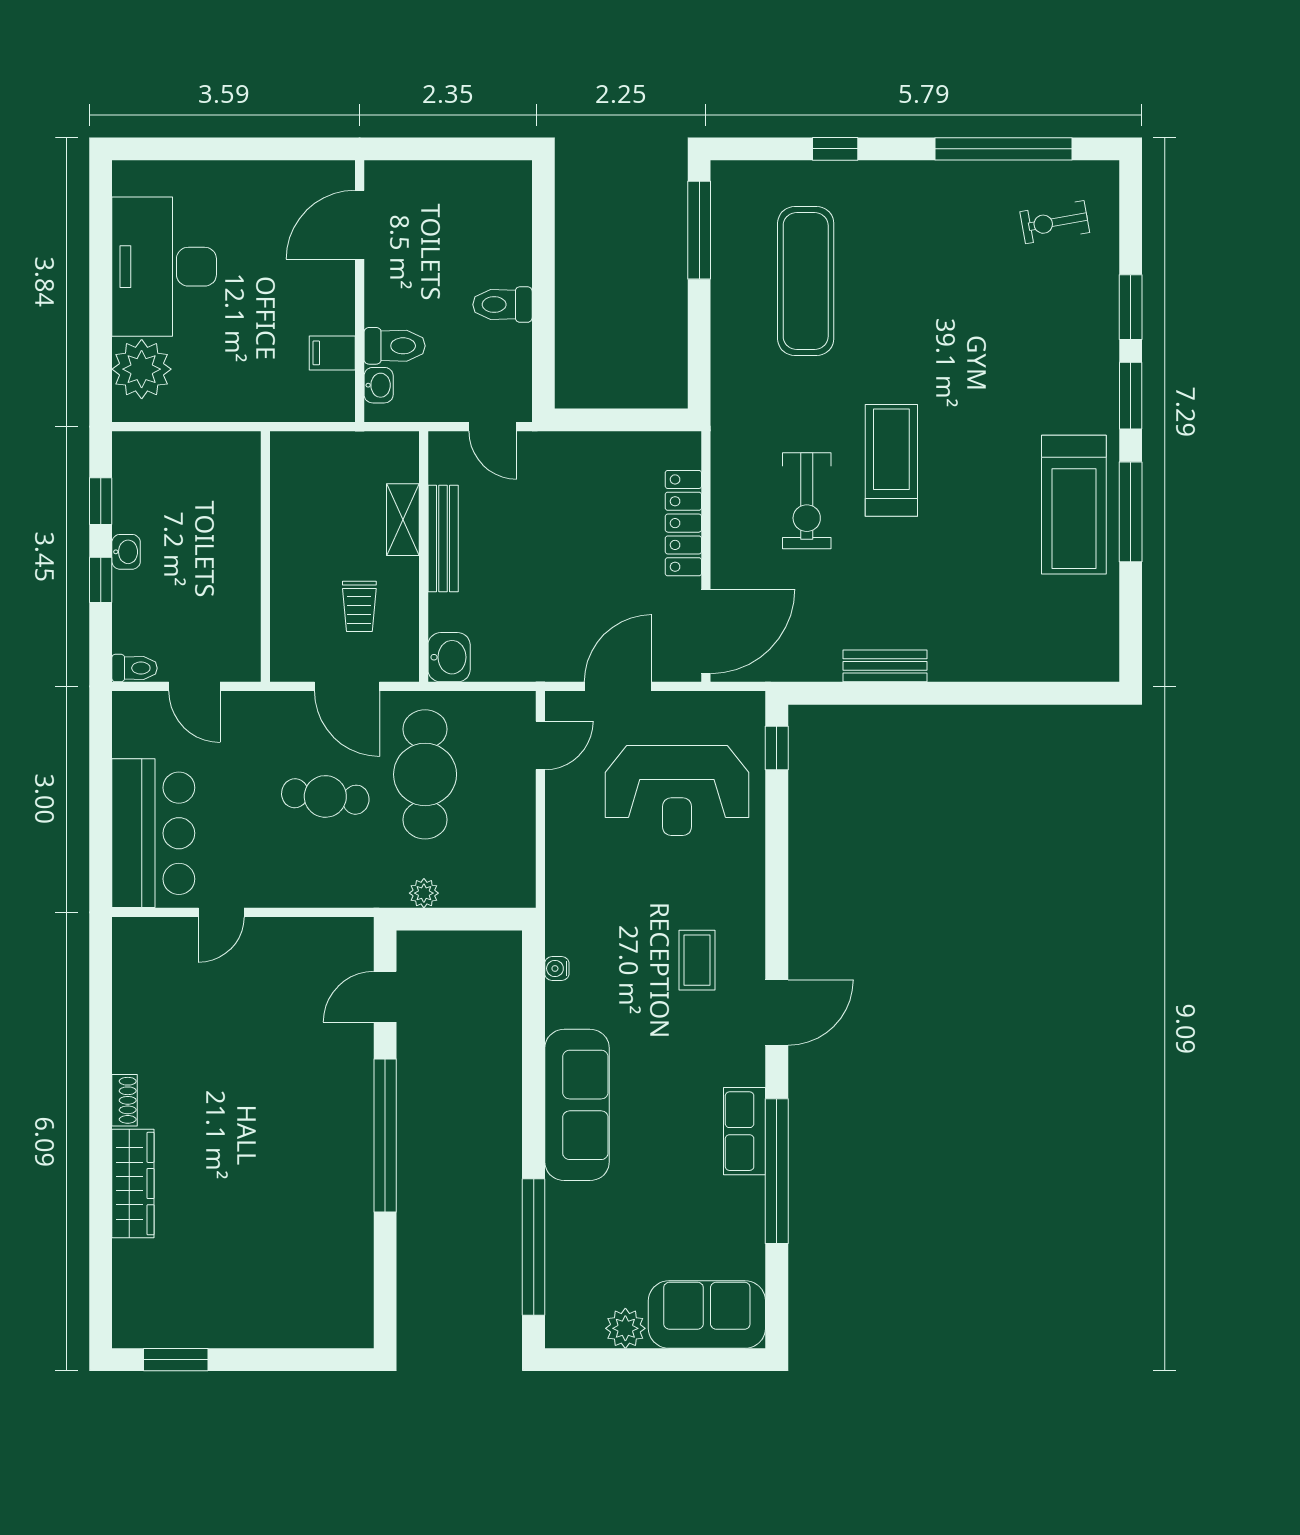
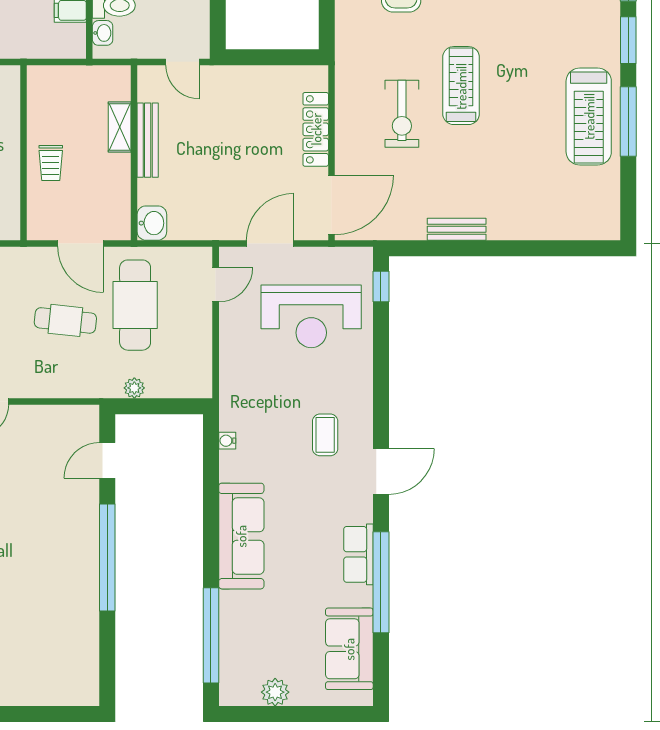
trolley: (359, 606) -> (51, 163), moved
sofa: (707, 1315) -> (349, 649), moved, turned -90

